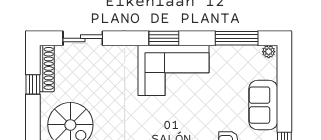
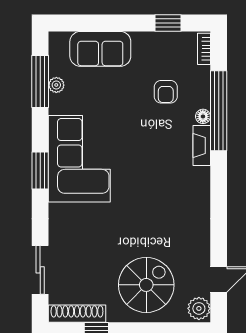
plant: (269, 52) -> (56, 85), moved
sofa: (263, 105) -> (100, 49), moved

